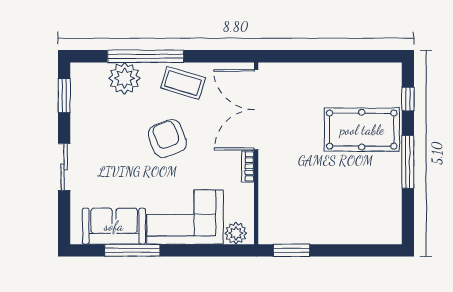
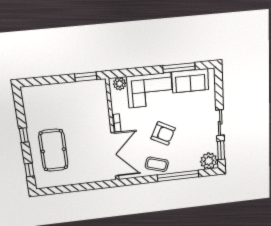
plant: (124, 78) -> (209, 161), moved
pool table: (362, 130) -> (53, 150), turned 90
armchair: (167, 139) -> (163, 133), turned -42
window: (408, 162) -> (24, 135), width x0.46
sliding door: (64, 167) -> (220, 123), moved

